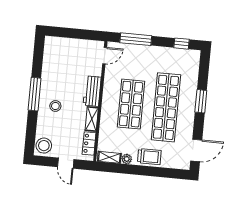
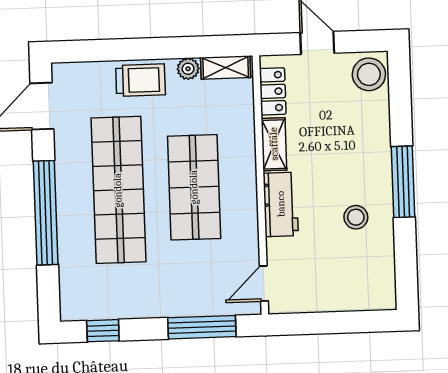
window: (201, 101) -> (46, 213), width x2.11
stool: (55, 106) -> (356, 217), moved
trolley: (149, 157) -> (140, 80), turned 180

